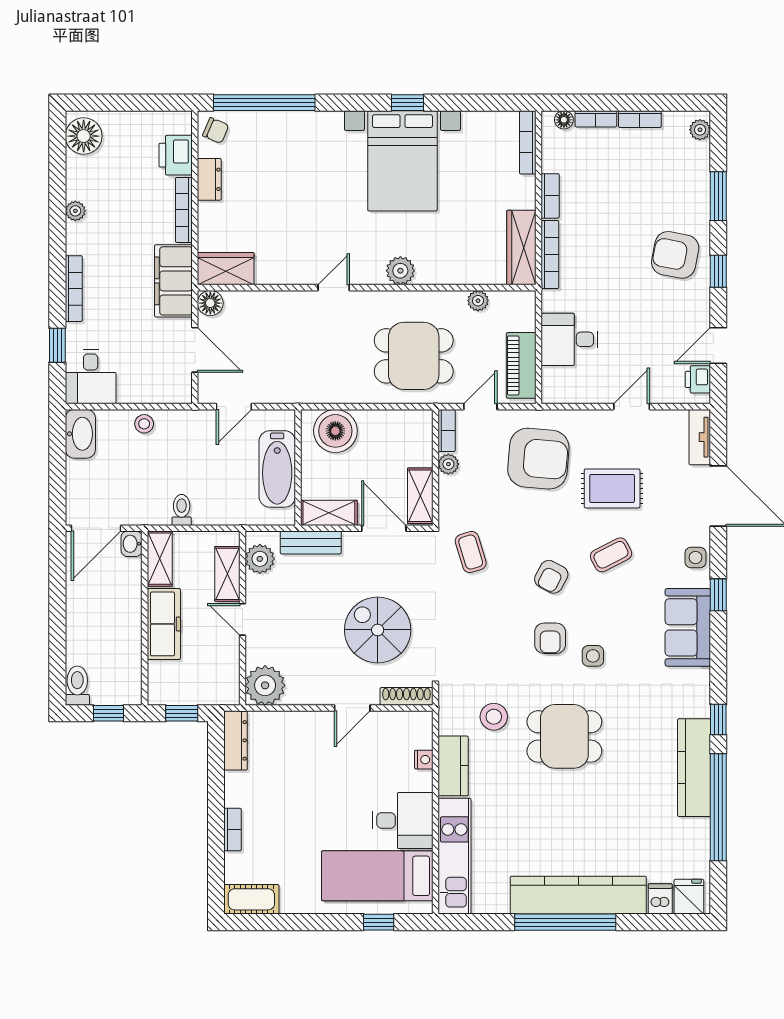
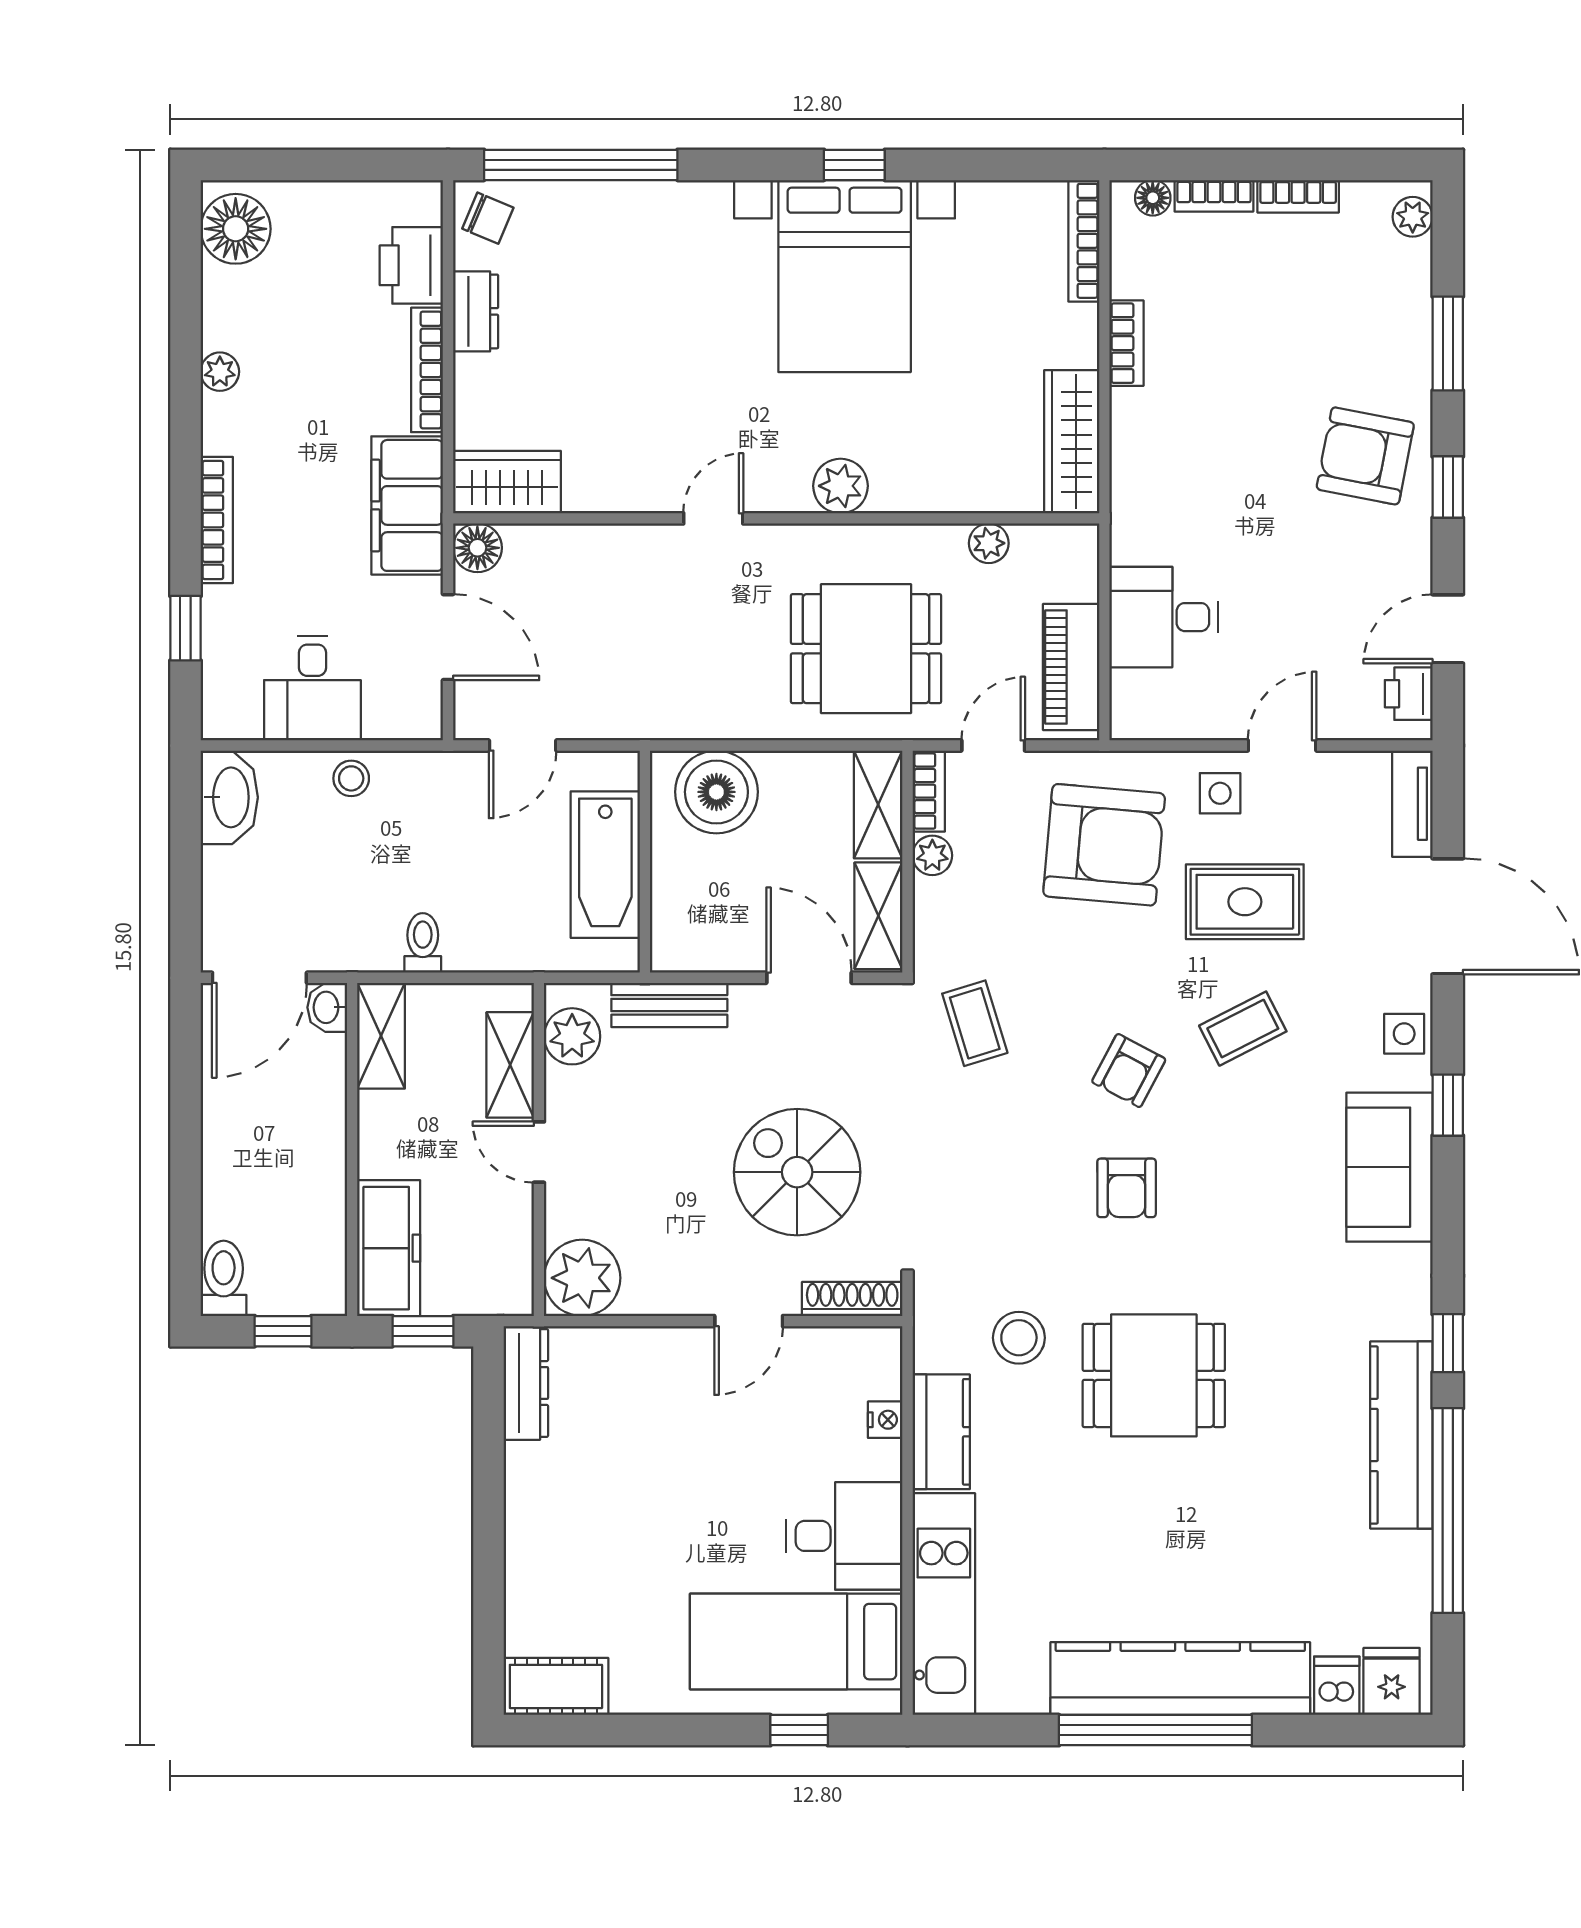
bookcase: (550, 255) -> (1126, 455), removed
desk: (91, 377) -> (313, 688), moved
shelving: (329, 513) -> (878, 804), moved, turned 90
freezer: (164, 624) -> (389, 1248), moved
side table: (593, 656) -> (1220, 793), moved
bookcase: (233, 830) -> (520, 1553), removed

